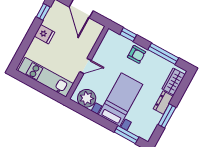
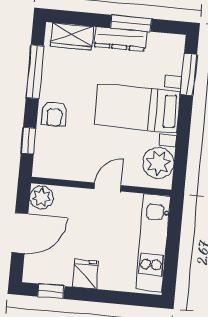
plant: (95, 28) -> (41, 198), added
armchair: (137, 54) -> (54, 114), turned 180
door: (85, 66) -> (108, 187), hinge flipped
dresser: (163, 103) -> (120, 39), width x1.44

